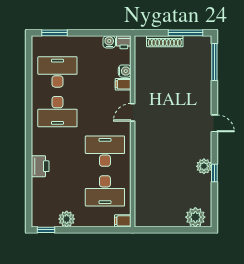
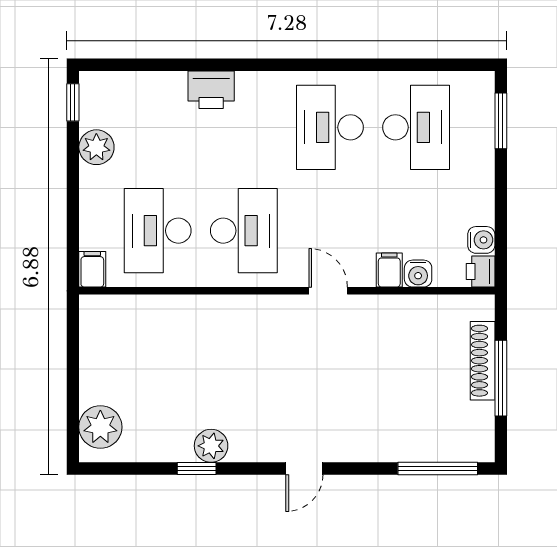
window: (185, 33) -> (501, 378), moved

